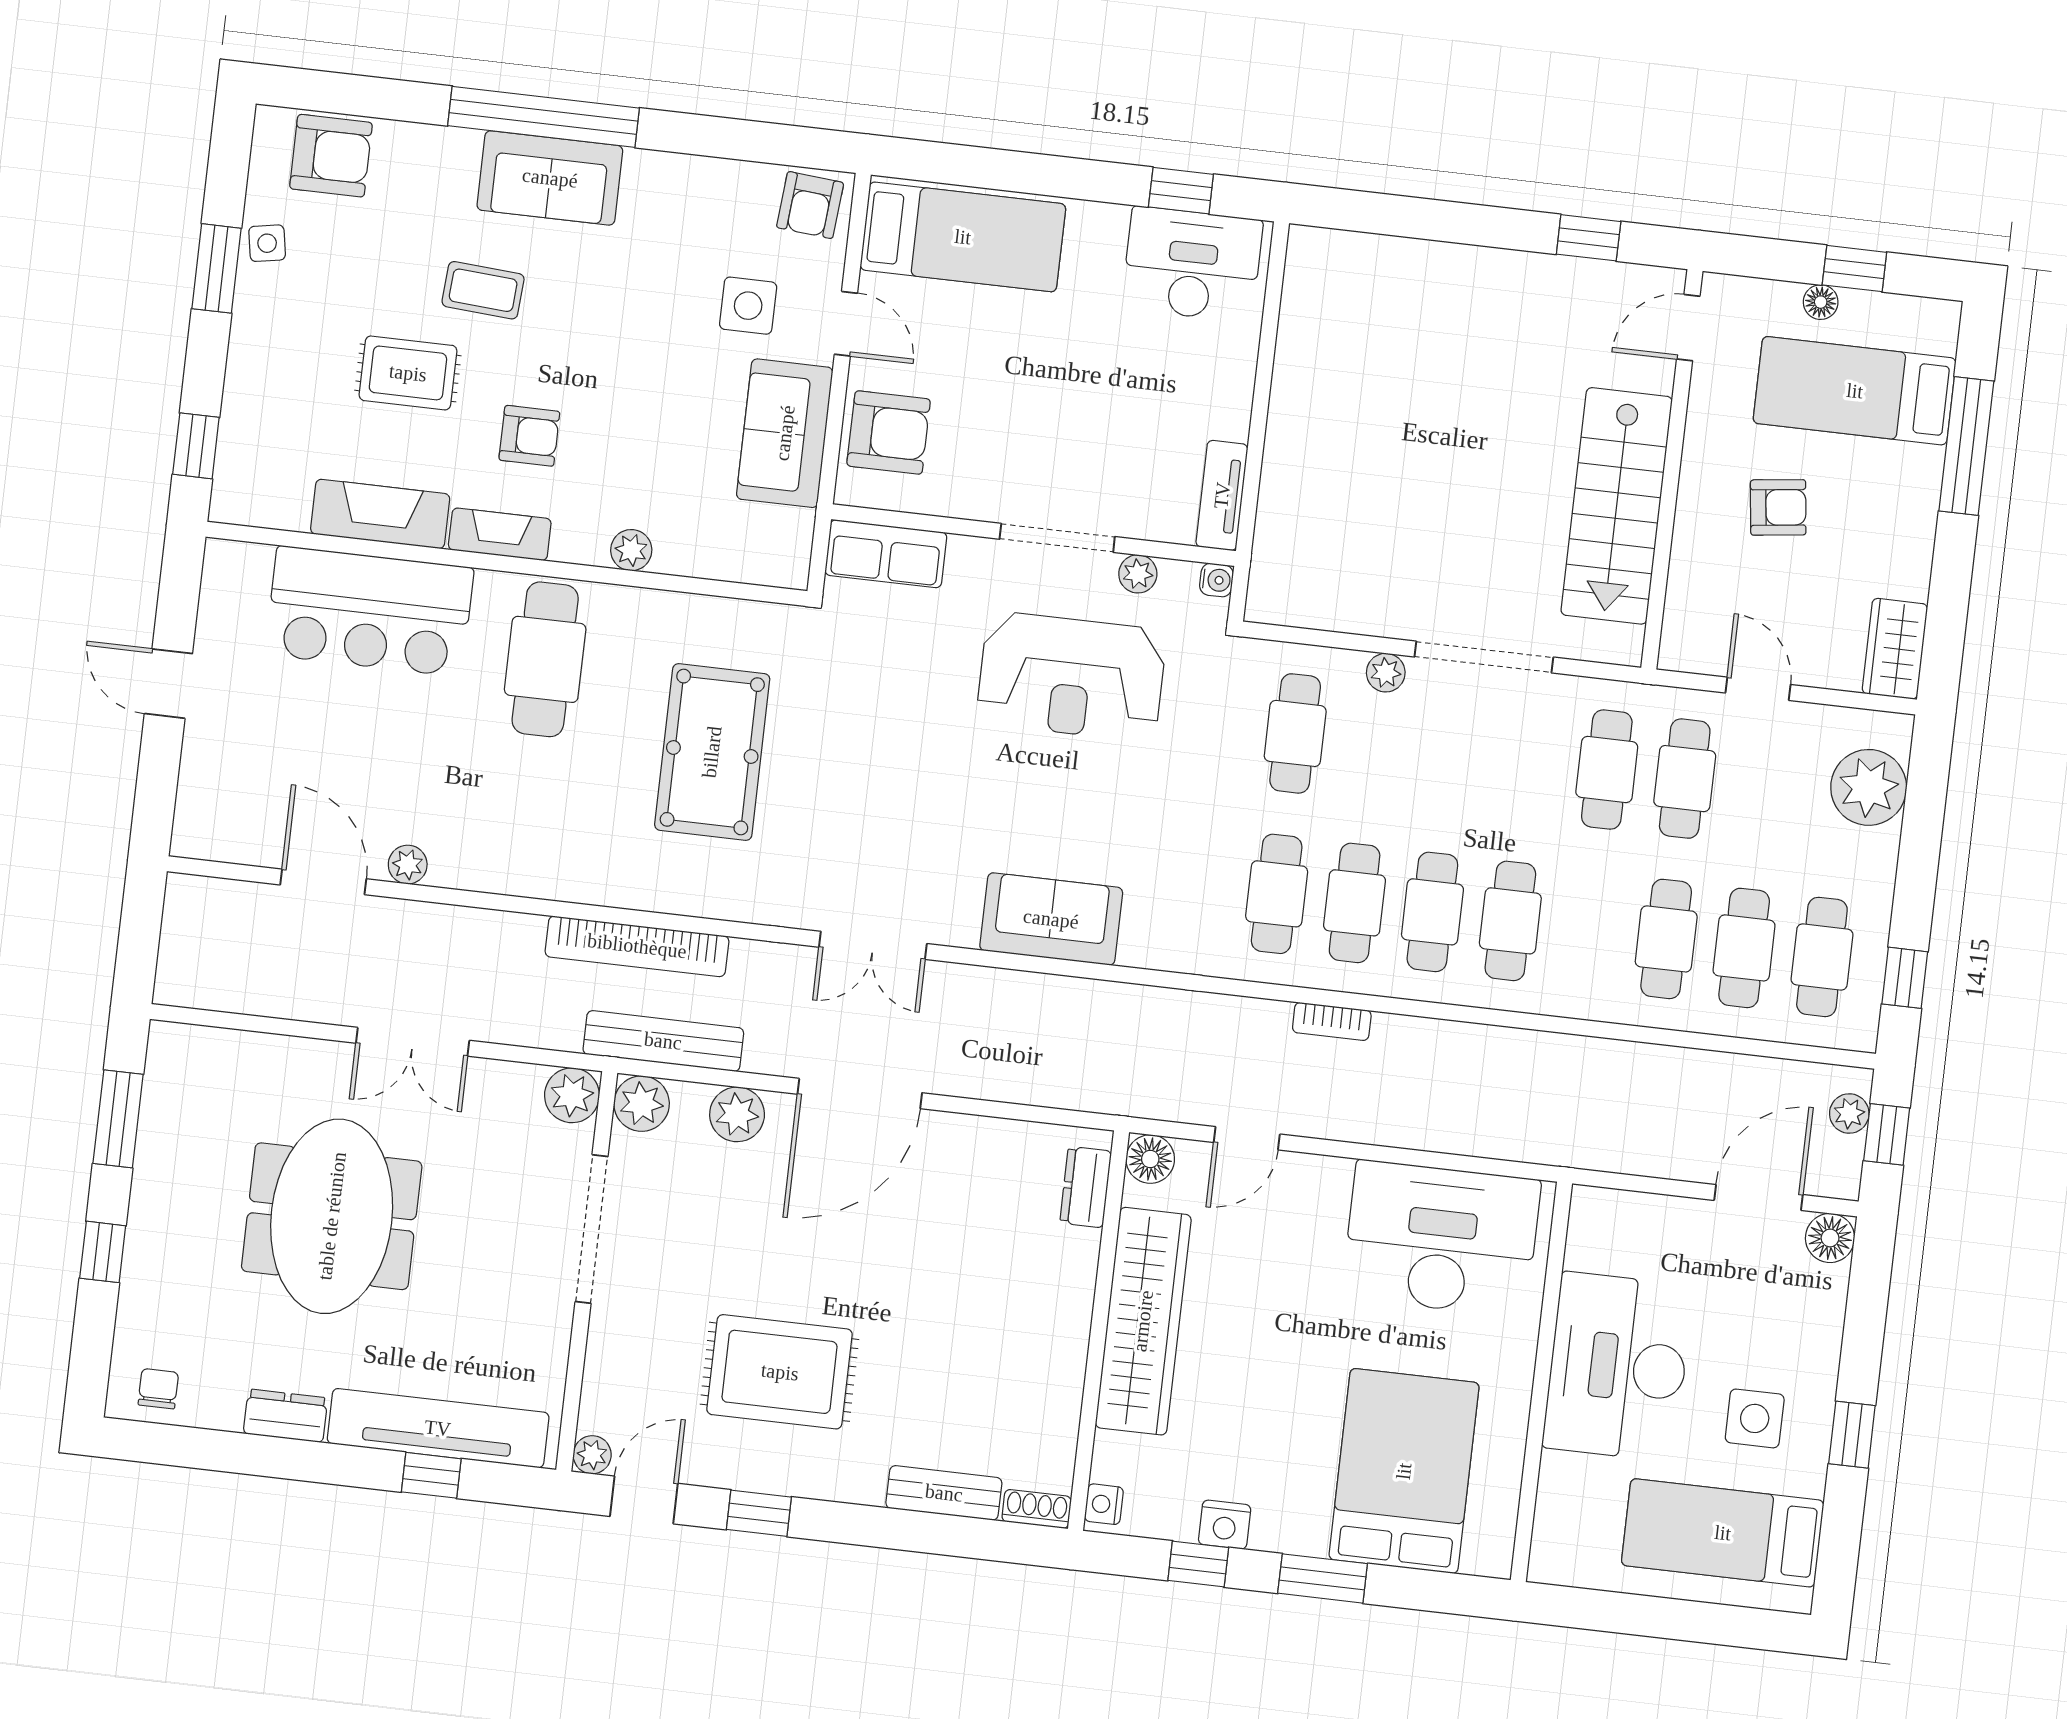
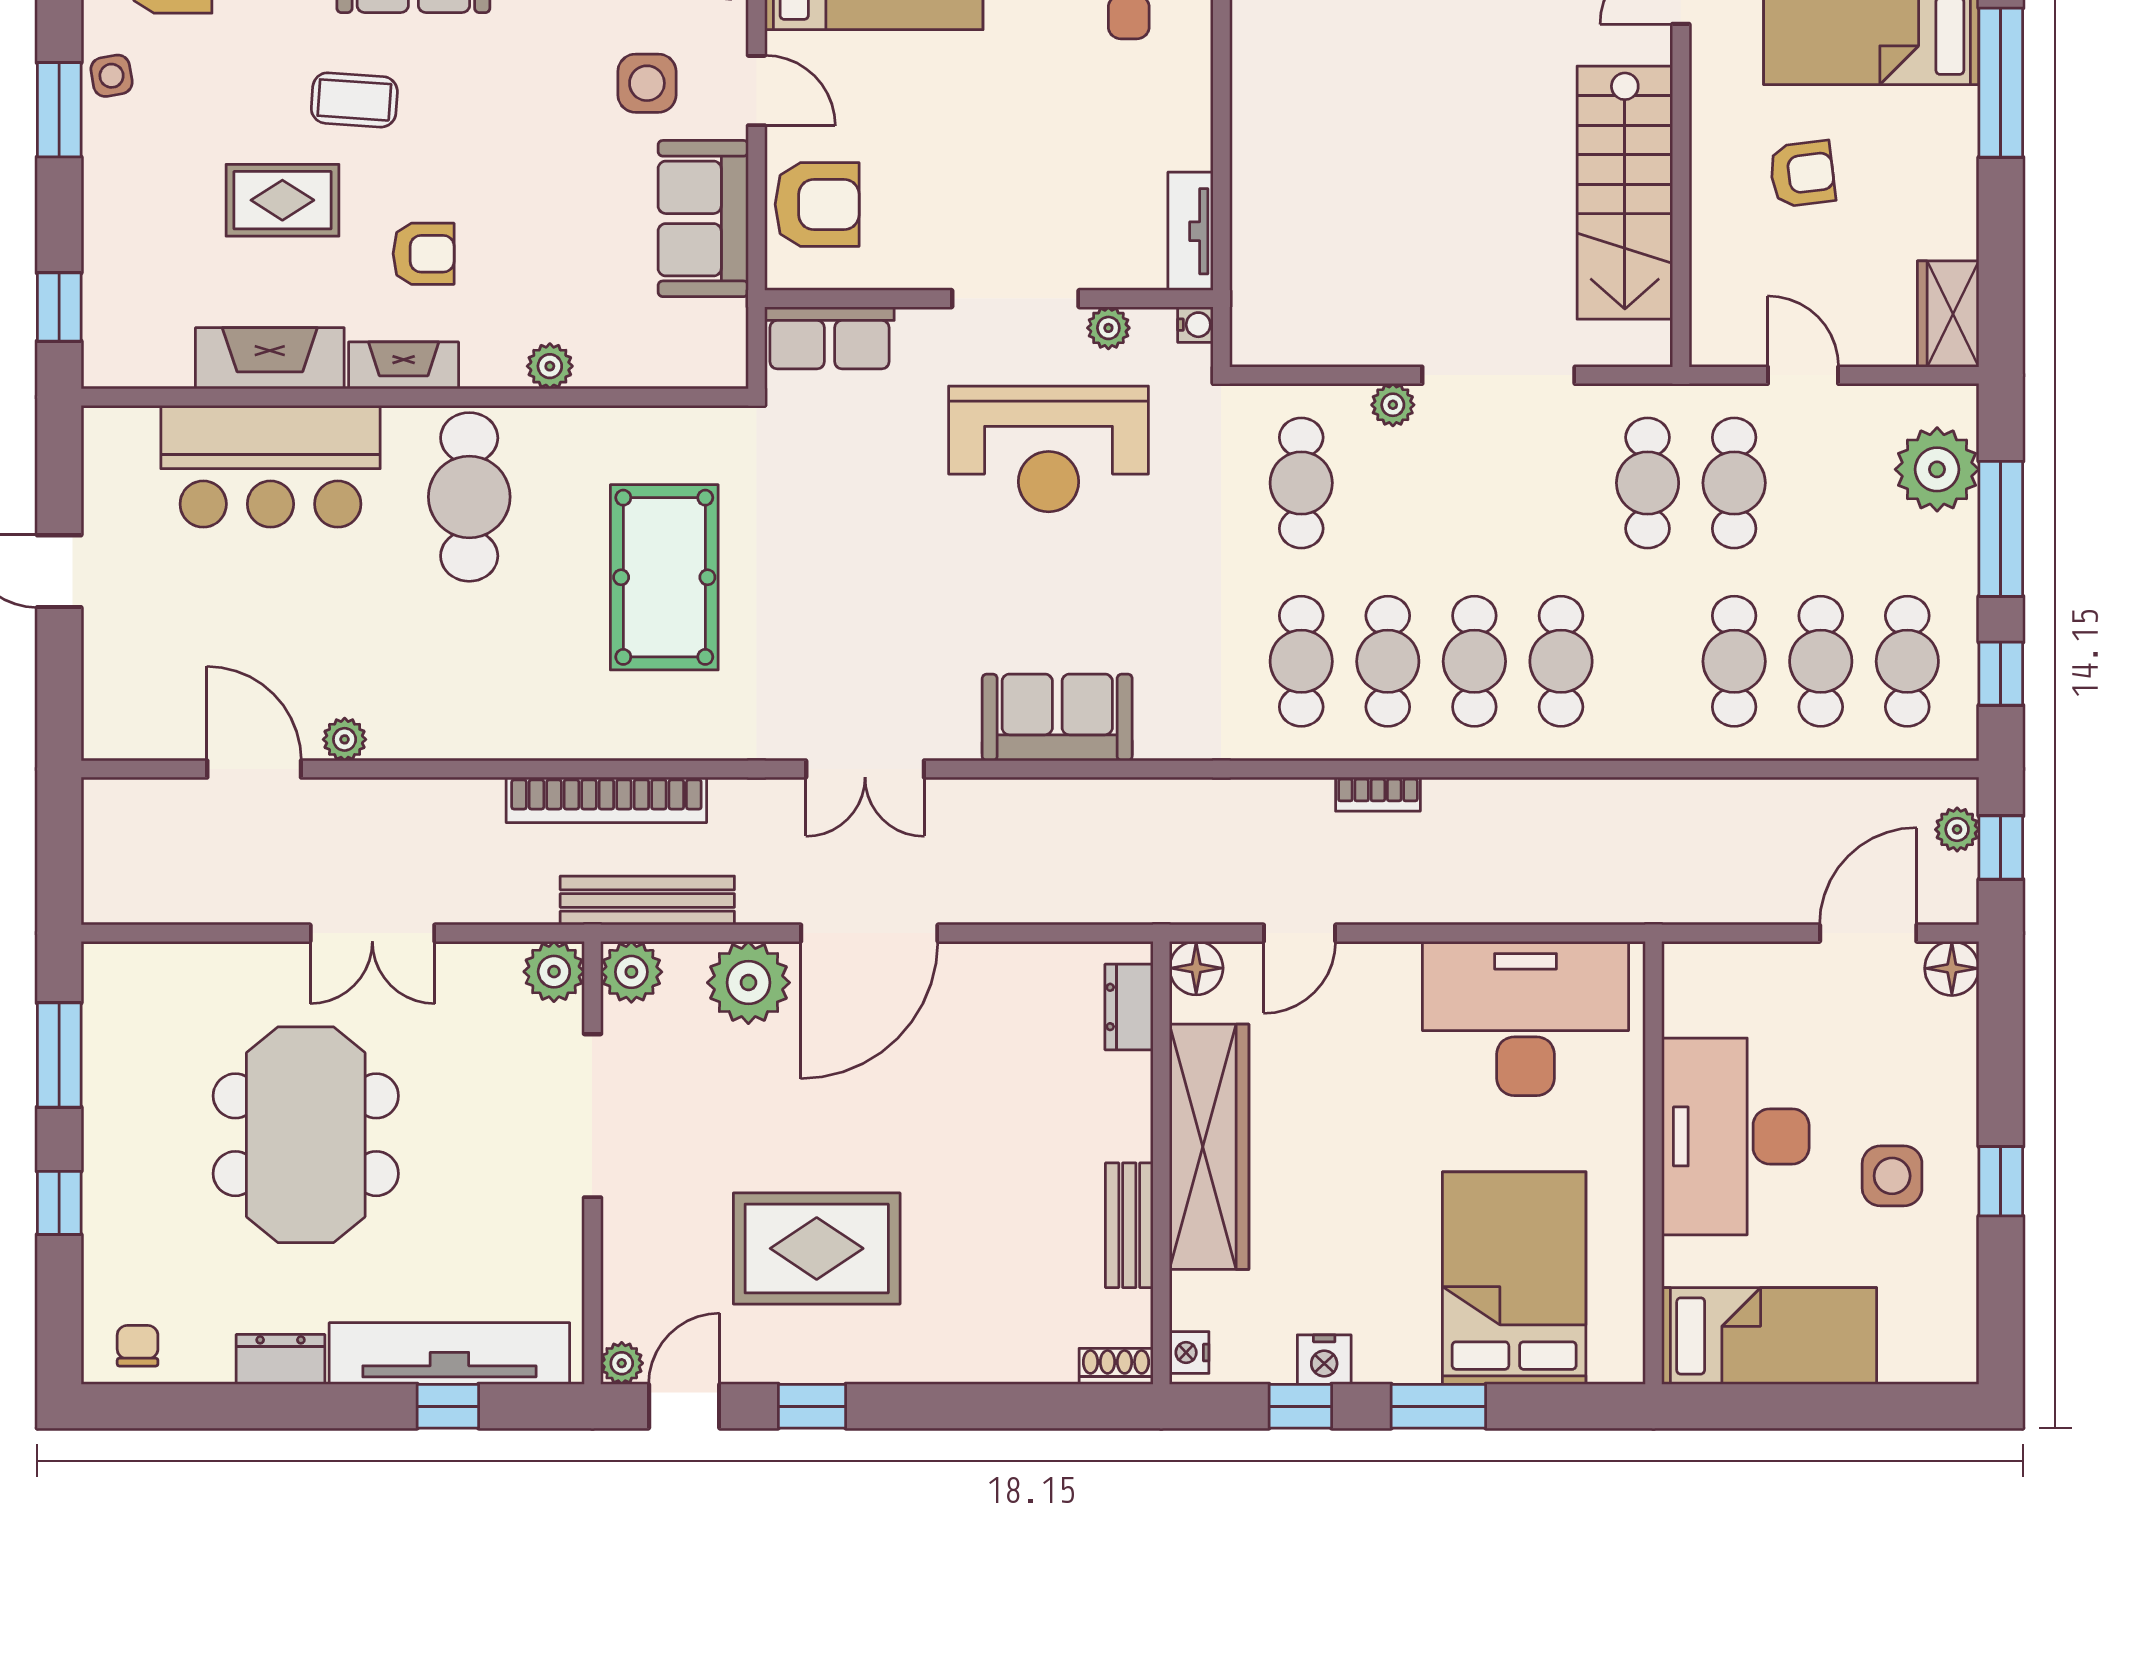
window: (1920, 848) -> (2001, 529), added
plant: (737, 1114) -> (748, 983), width x1.36, depth x1.36
bench: (944, 1493) -> (1129, 1225), moved, turned 90
bed: (1723, 1533) -> (1769, 1336), moved, turned 180

